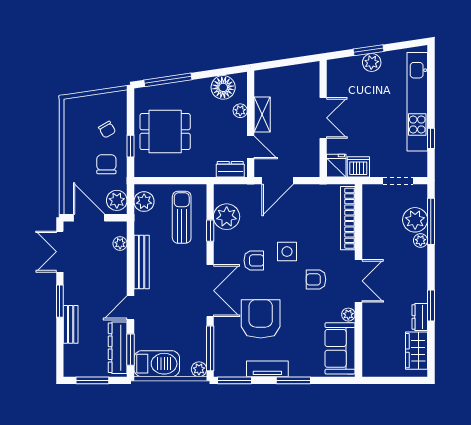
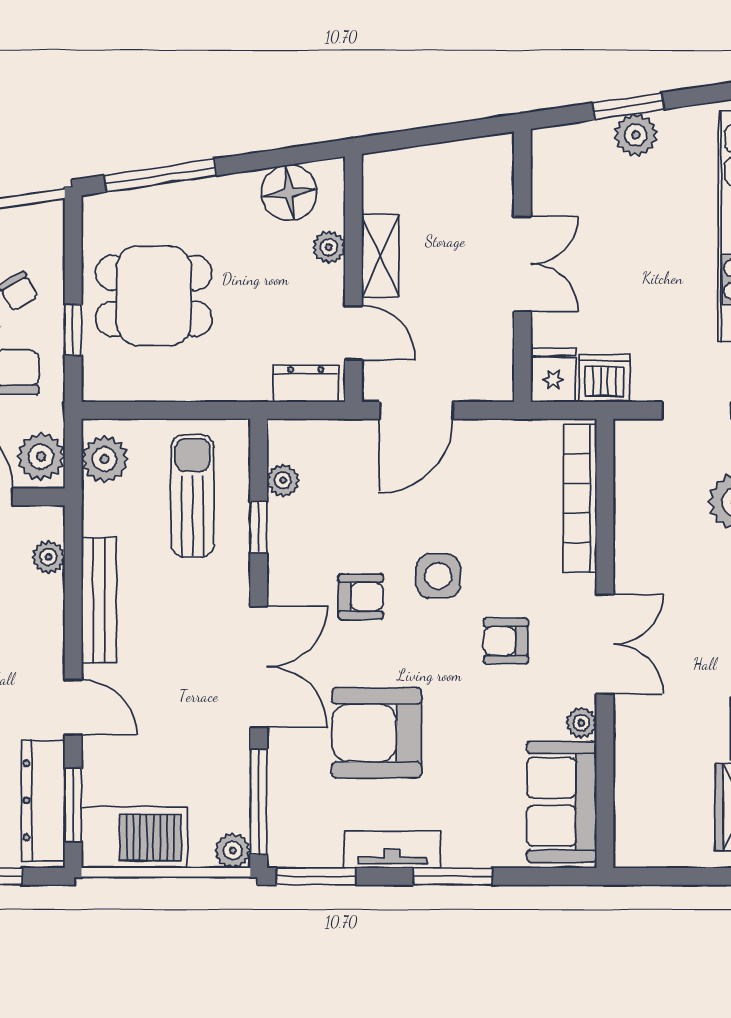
plant: (227, 217) -> (283, 480), width x0.53, depth x0.53
door: (131, 308) -> (73, 707), swing flipped
armchair: (261, 319) -> (377, 733), turned -90

